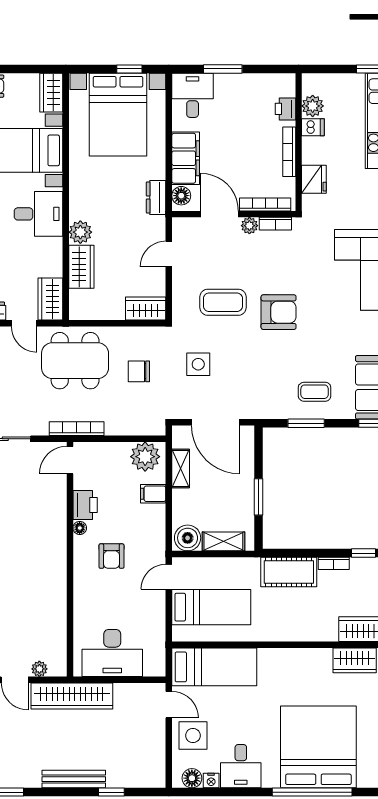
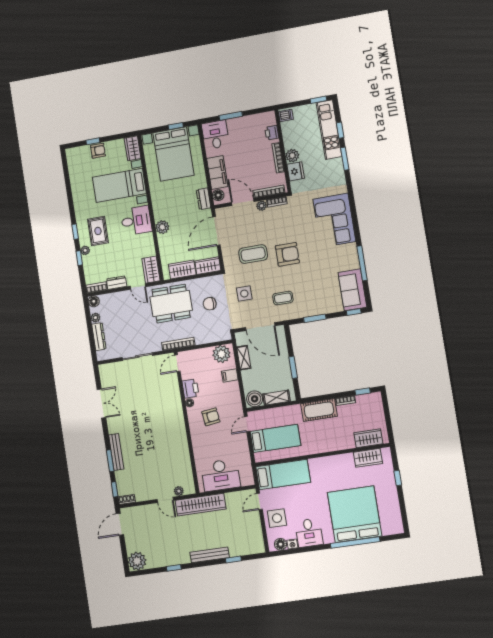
plant: (313, 106) -> (292, 156), moved
dishwasher: (313, 127) -> (286, 115), moved
door: (169, 254) -> (216, 231), width x1.87
wardrobe: (81, 267) -> (182, 269), moved, turned -90
coffee table: (315, 392) -> (283, 298), moved
armchair: (111, 556) -> (211, 417), turned -97
door: (169, 705) -> (259, 501), swing flipped

